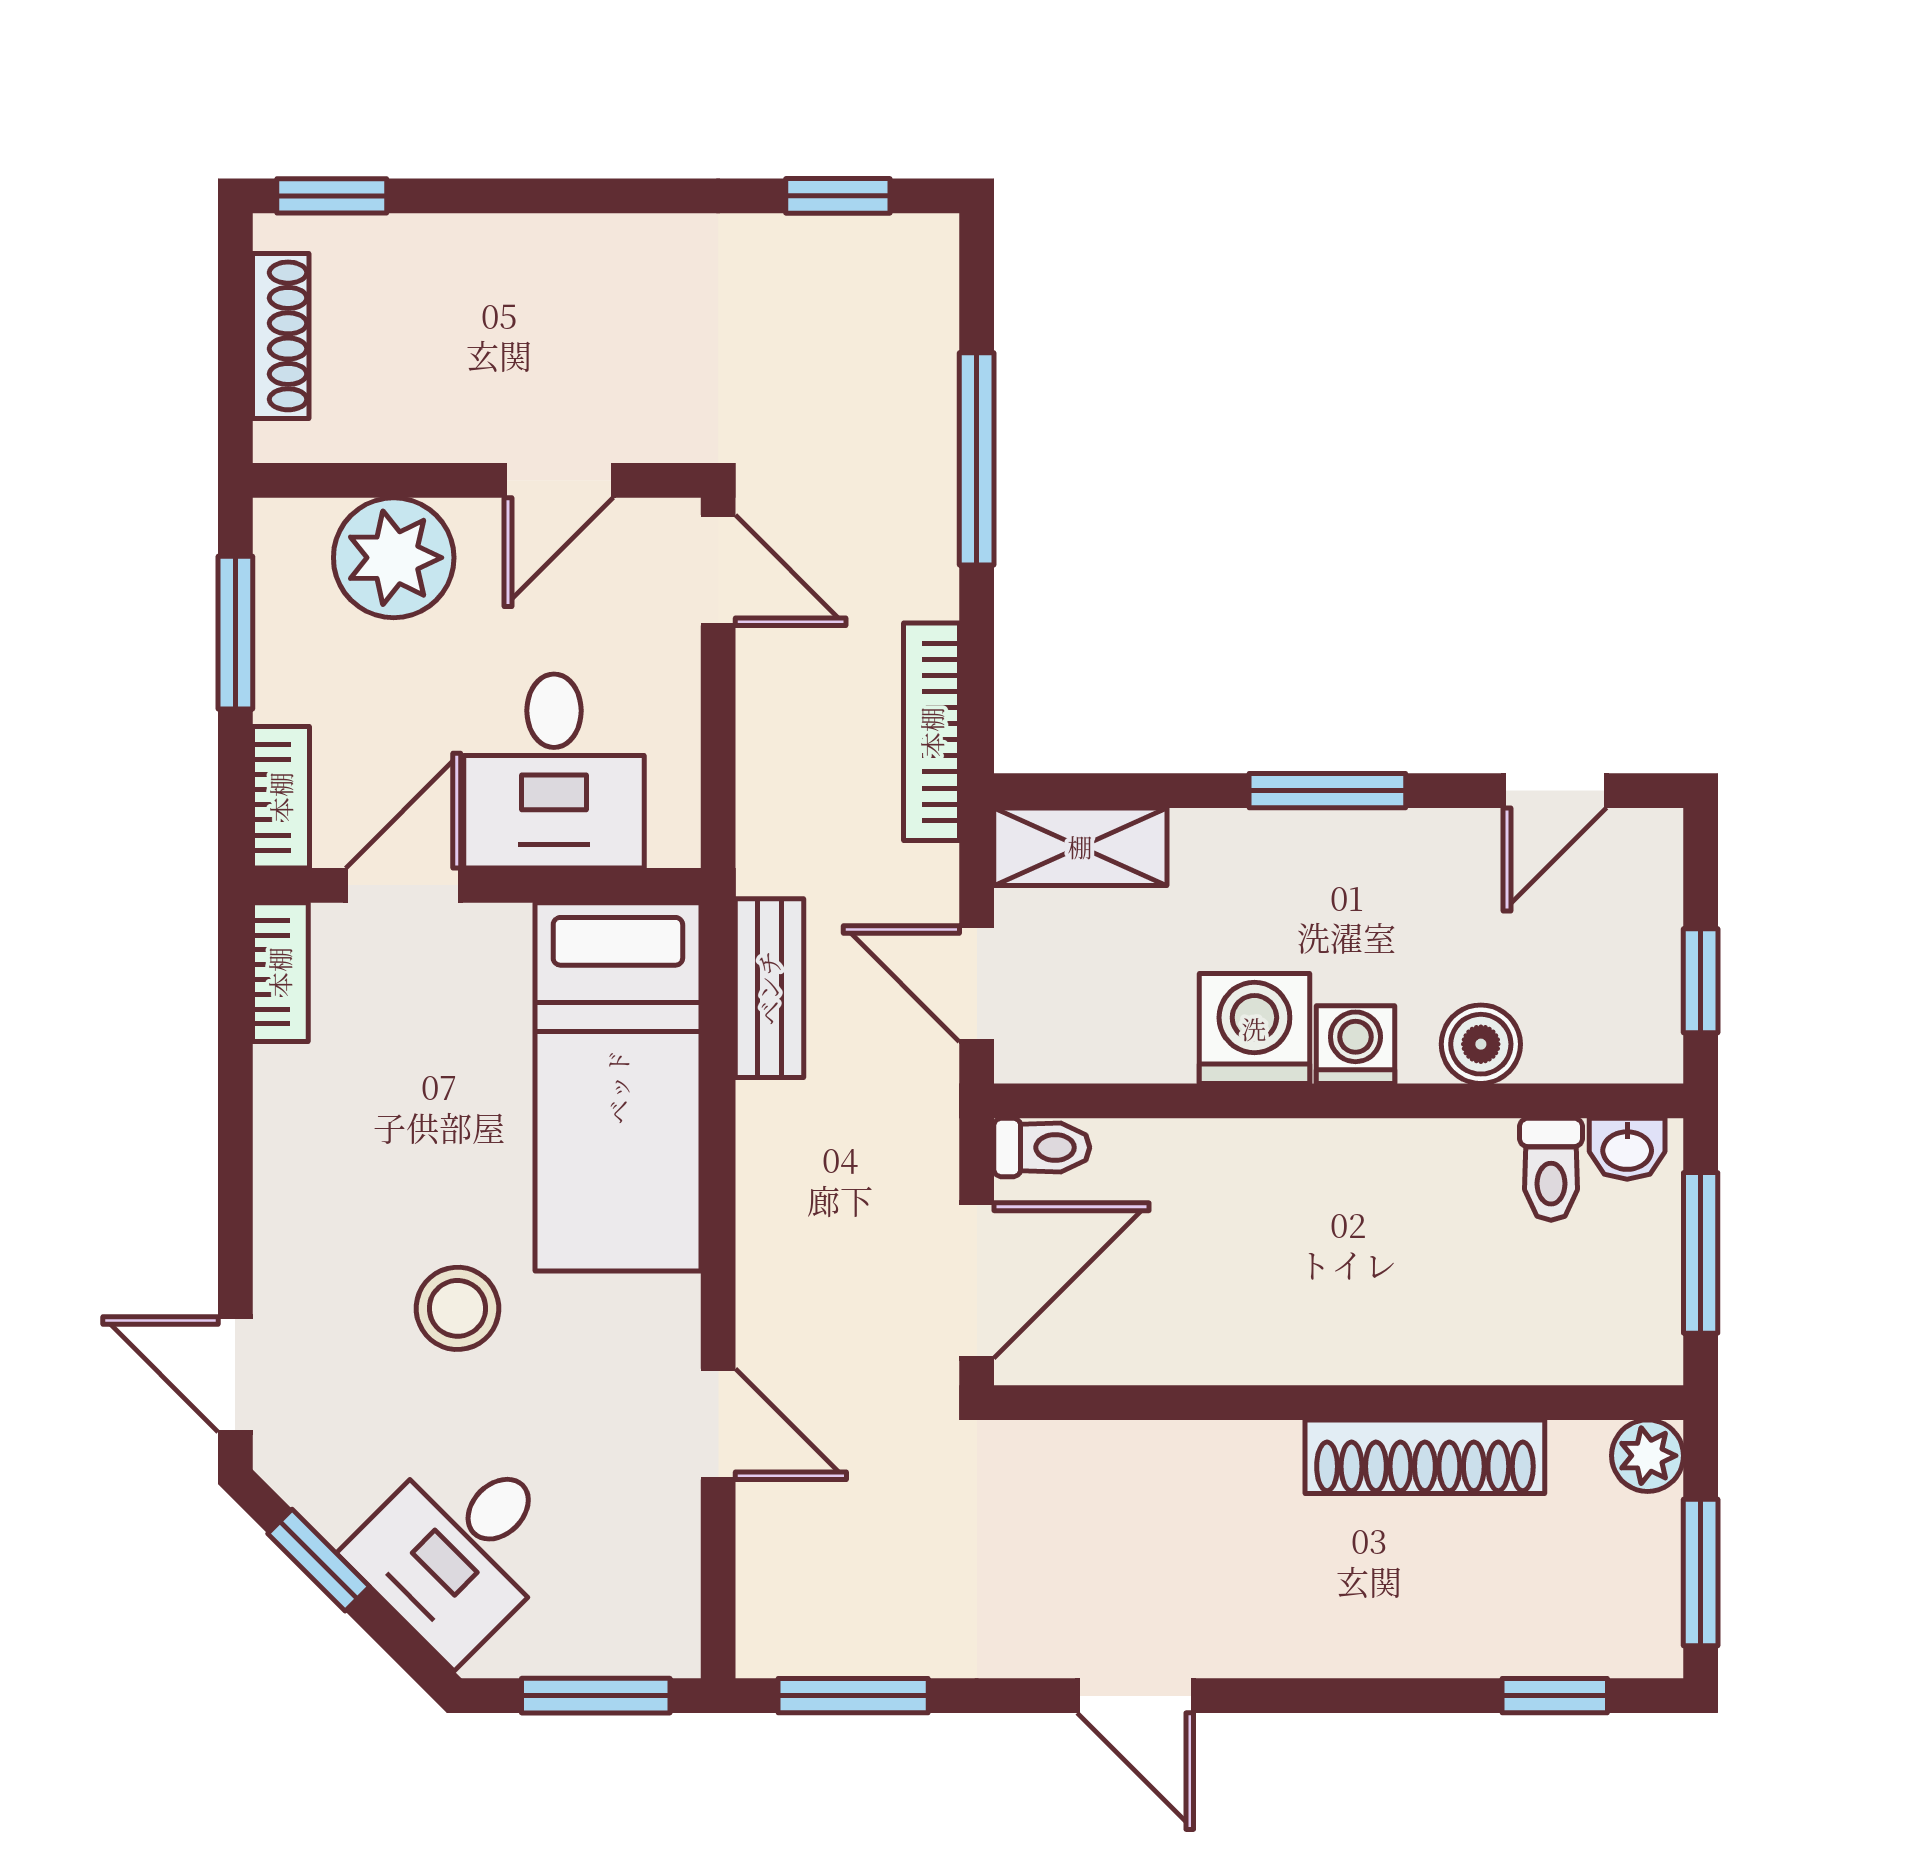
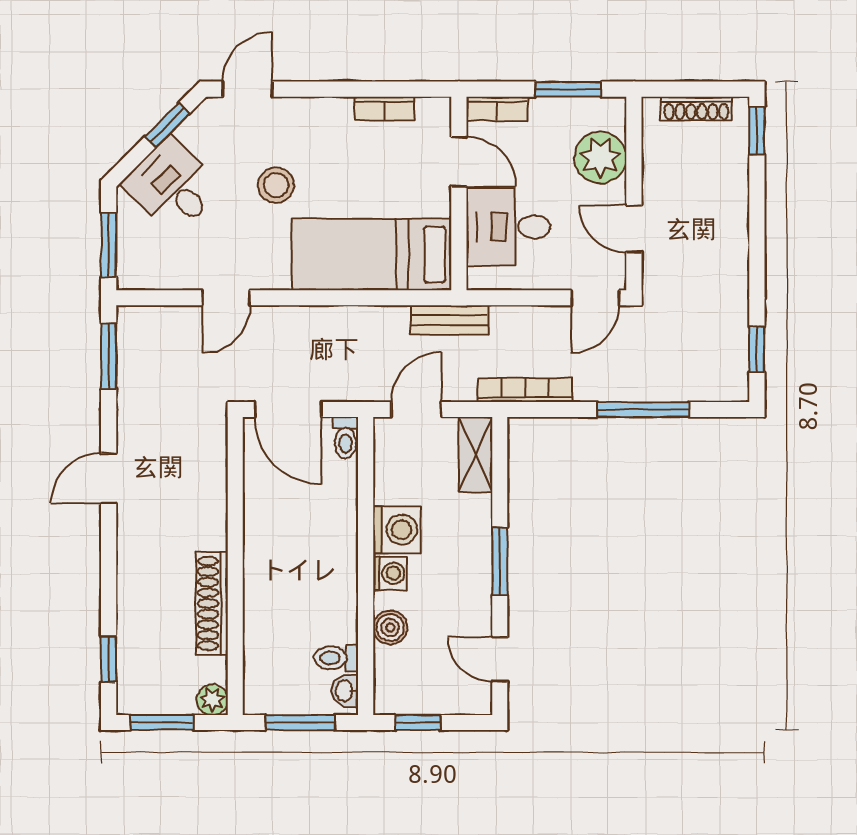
bookcase: (280, 972) -> (384, 109), moved
bench: (769, 988) -> (450, 320), moved

